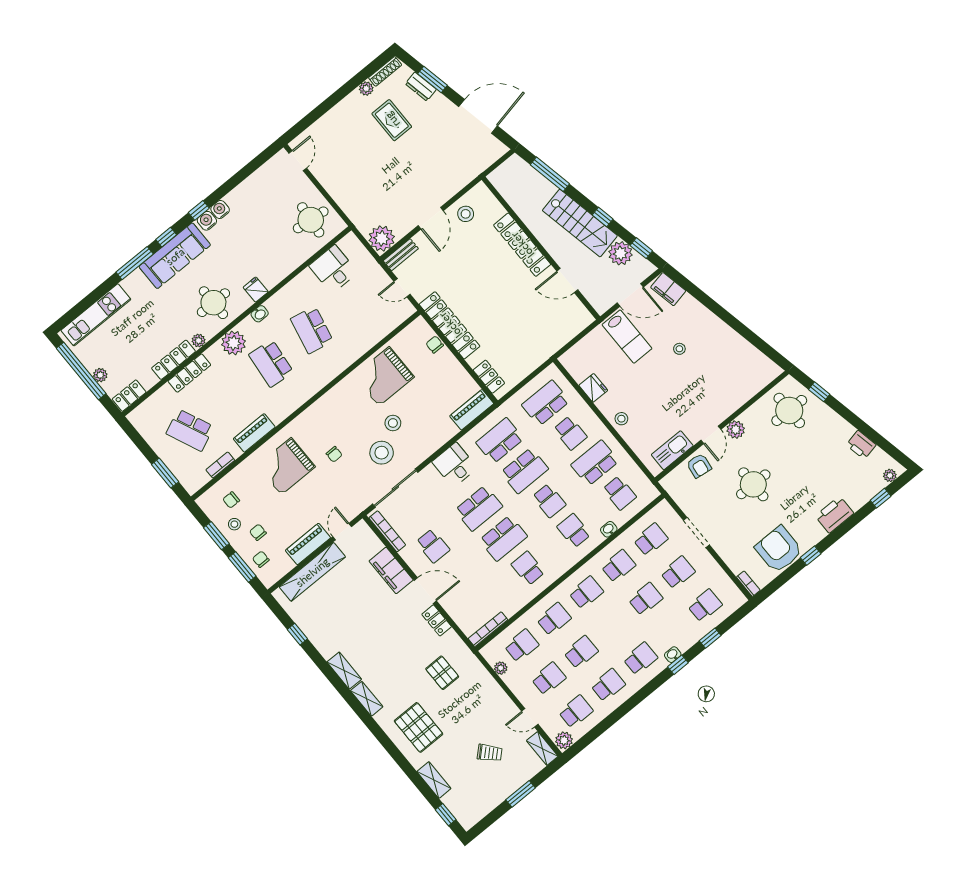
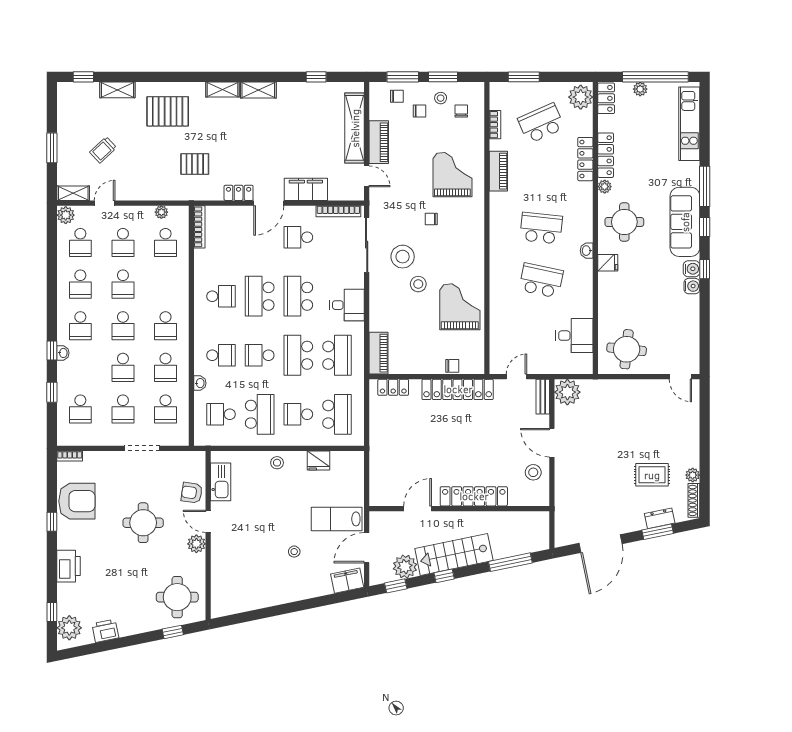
plant: (234, 343) -> (581, 97), moved
plant: (890, 475) -> (69, 628), width x1.88, depth x1.88
school desk: (554, 619) -> (123, 326), moved

